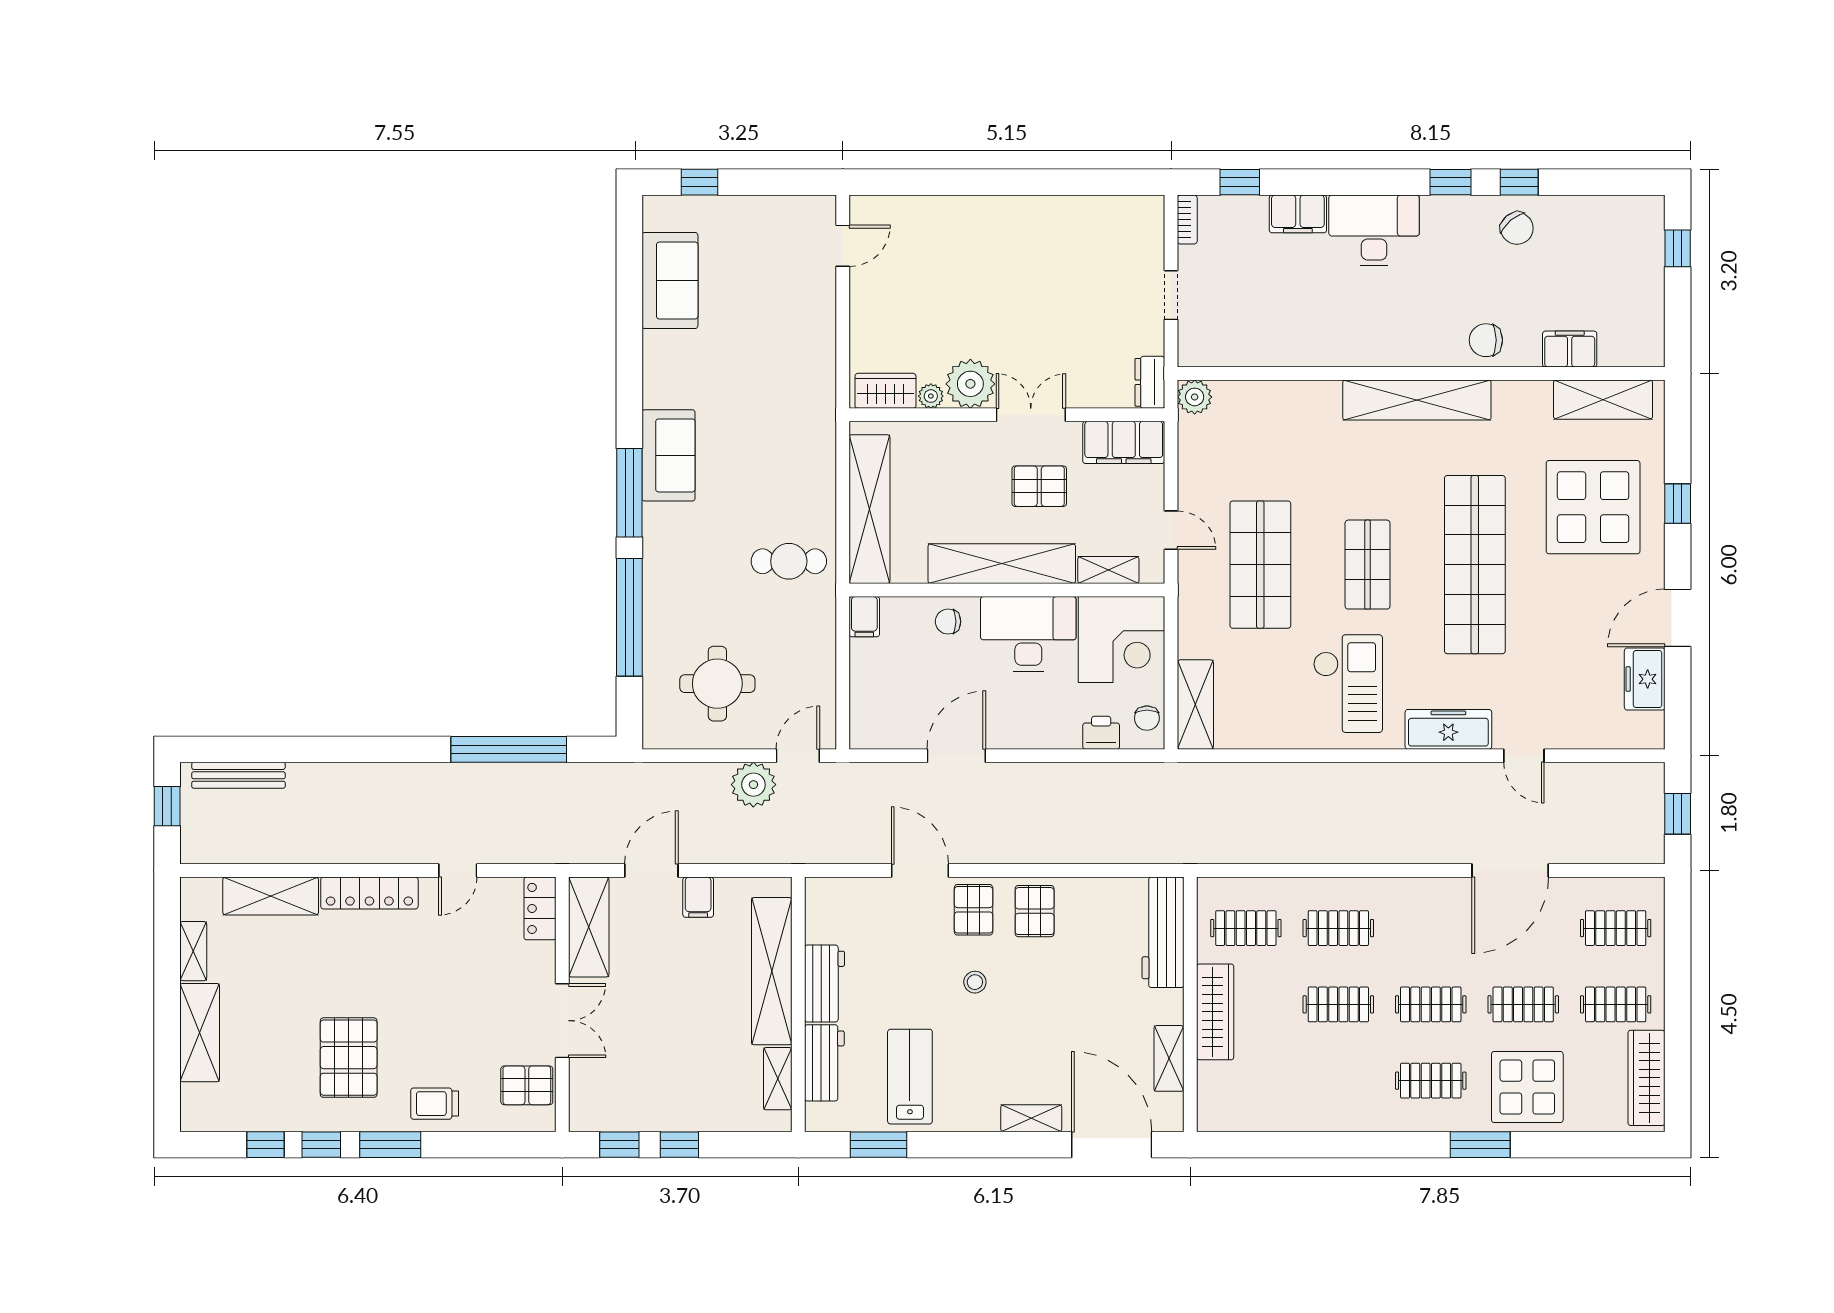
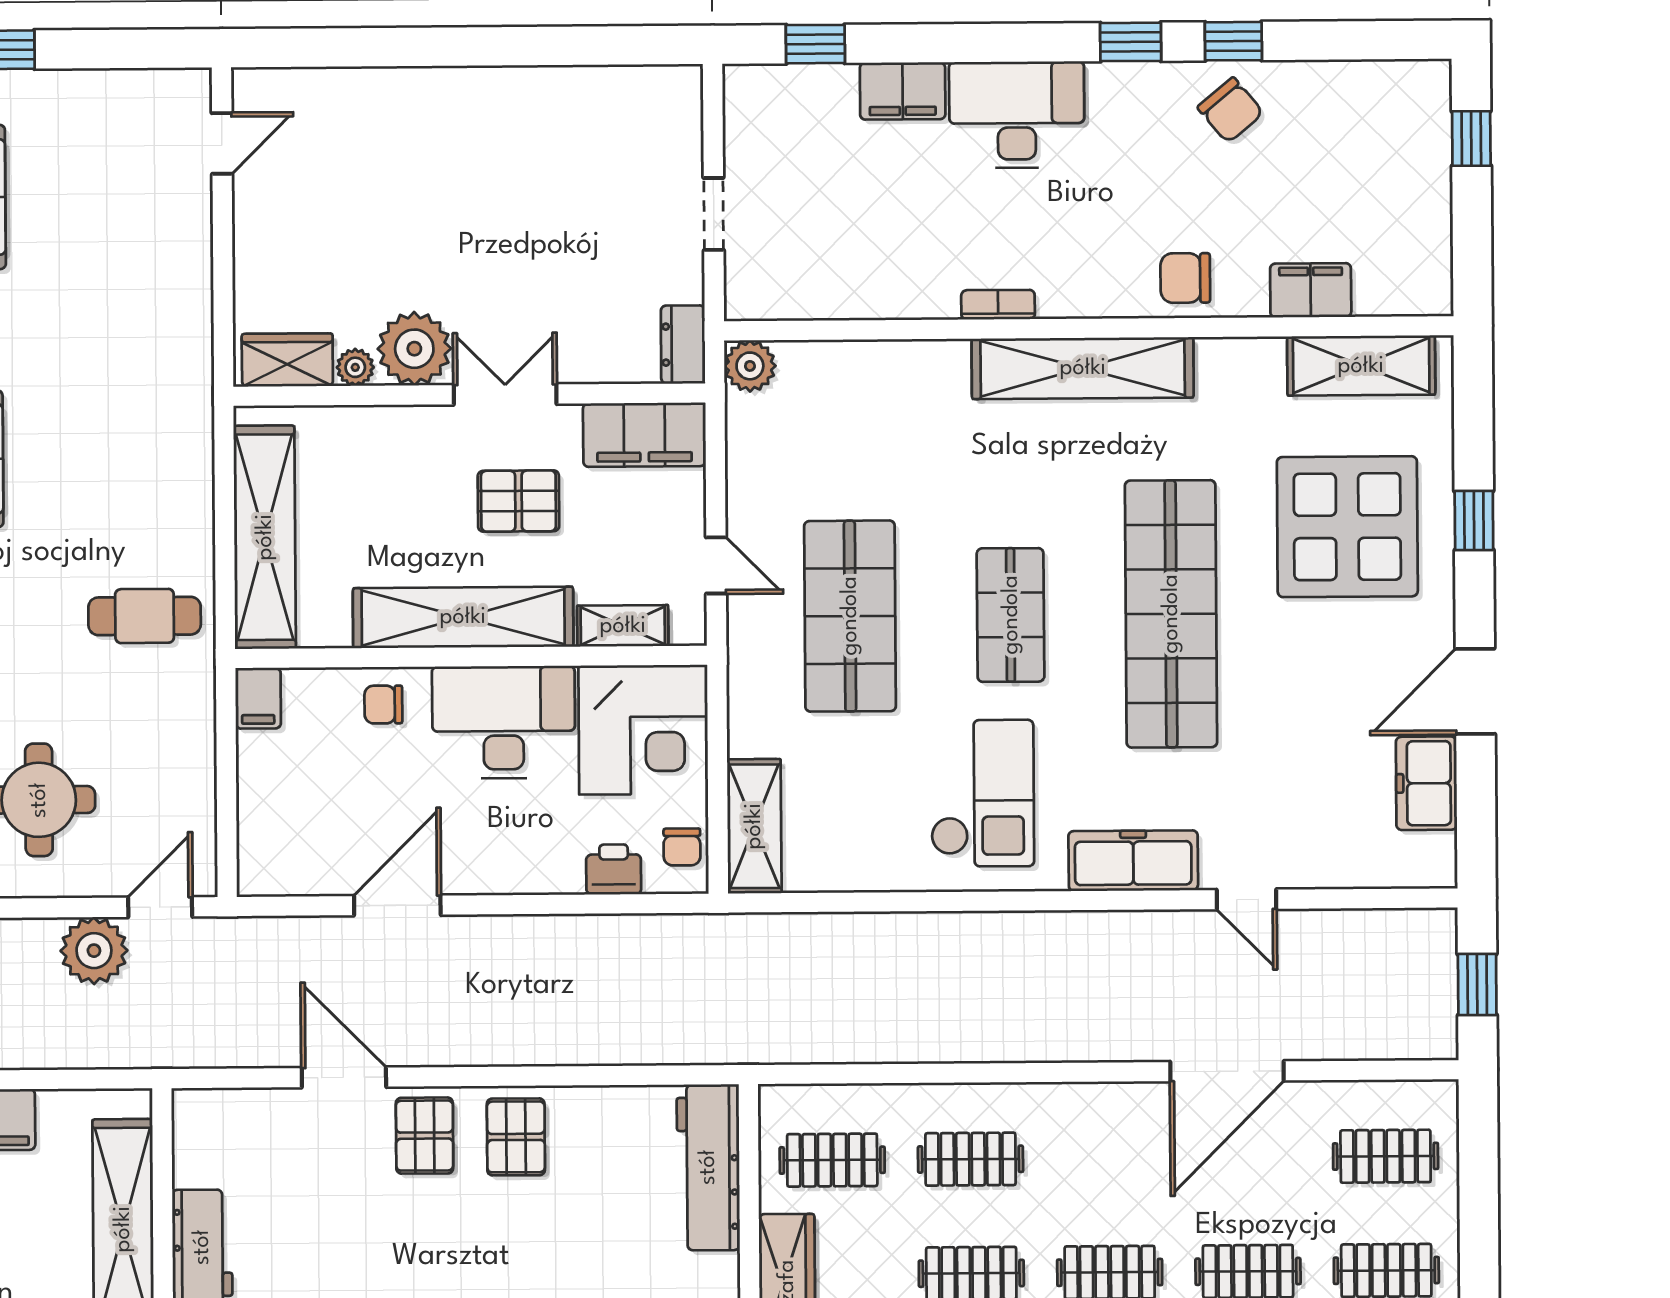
bookcase: (1187, 219) -> (998, 305), moved, turned -90
stool: (975, 982) -> (427, 1244), removed

